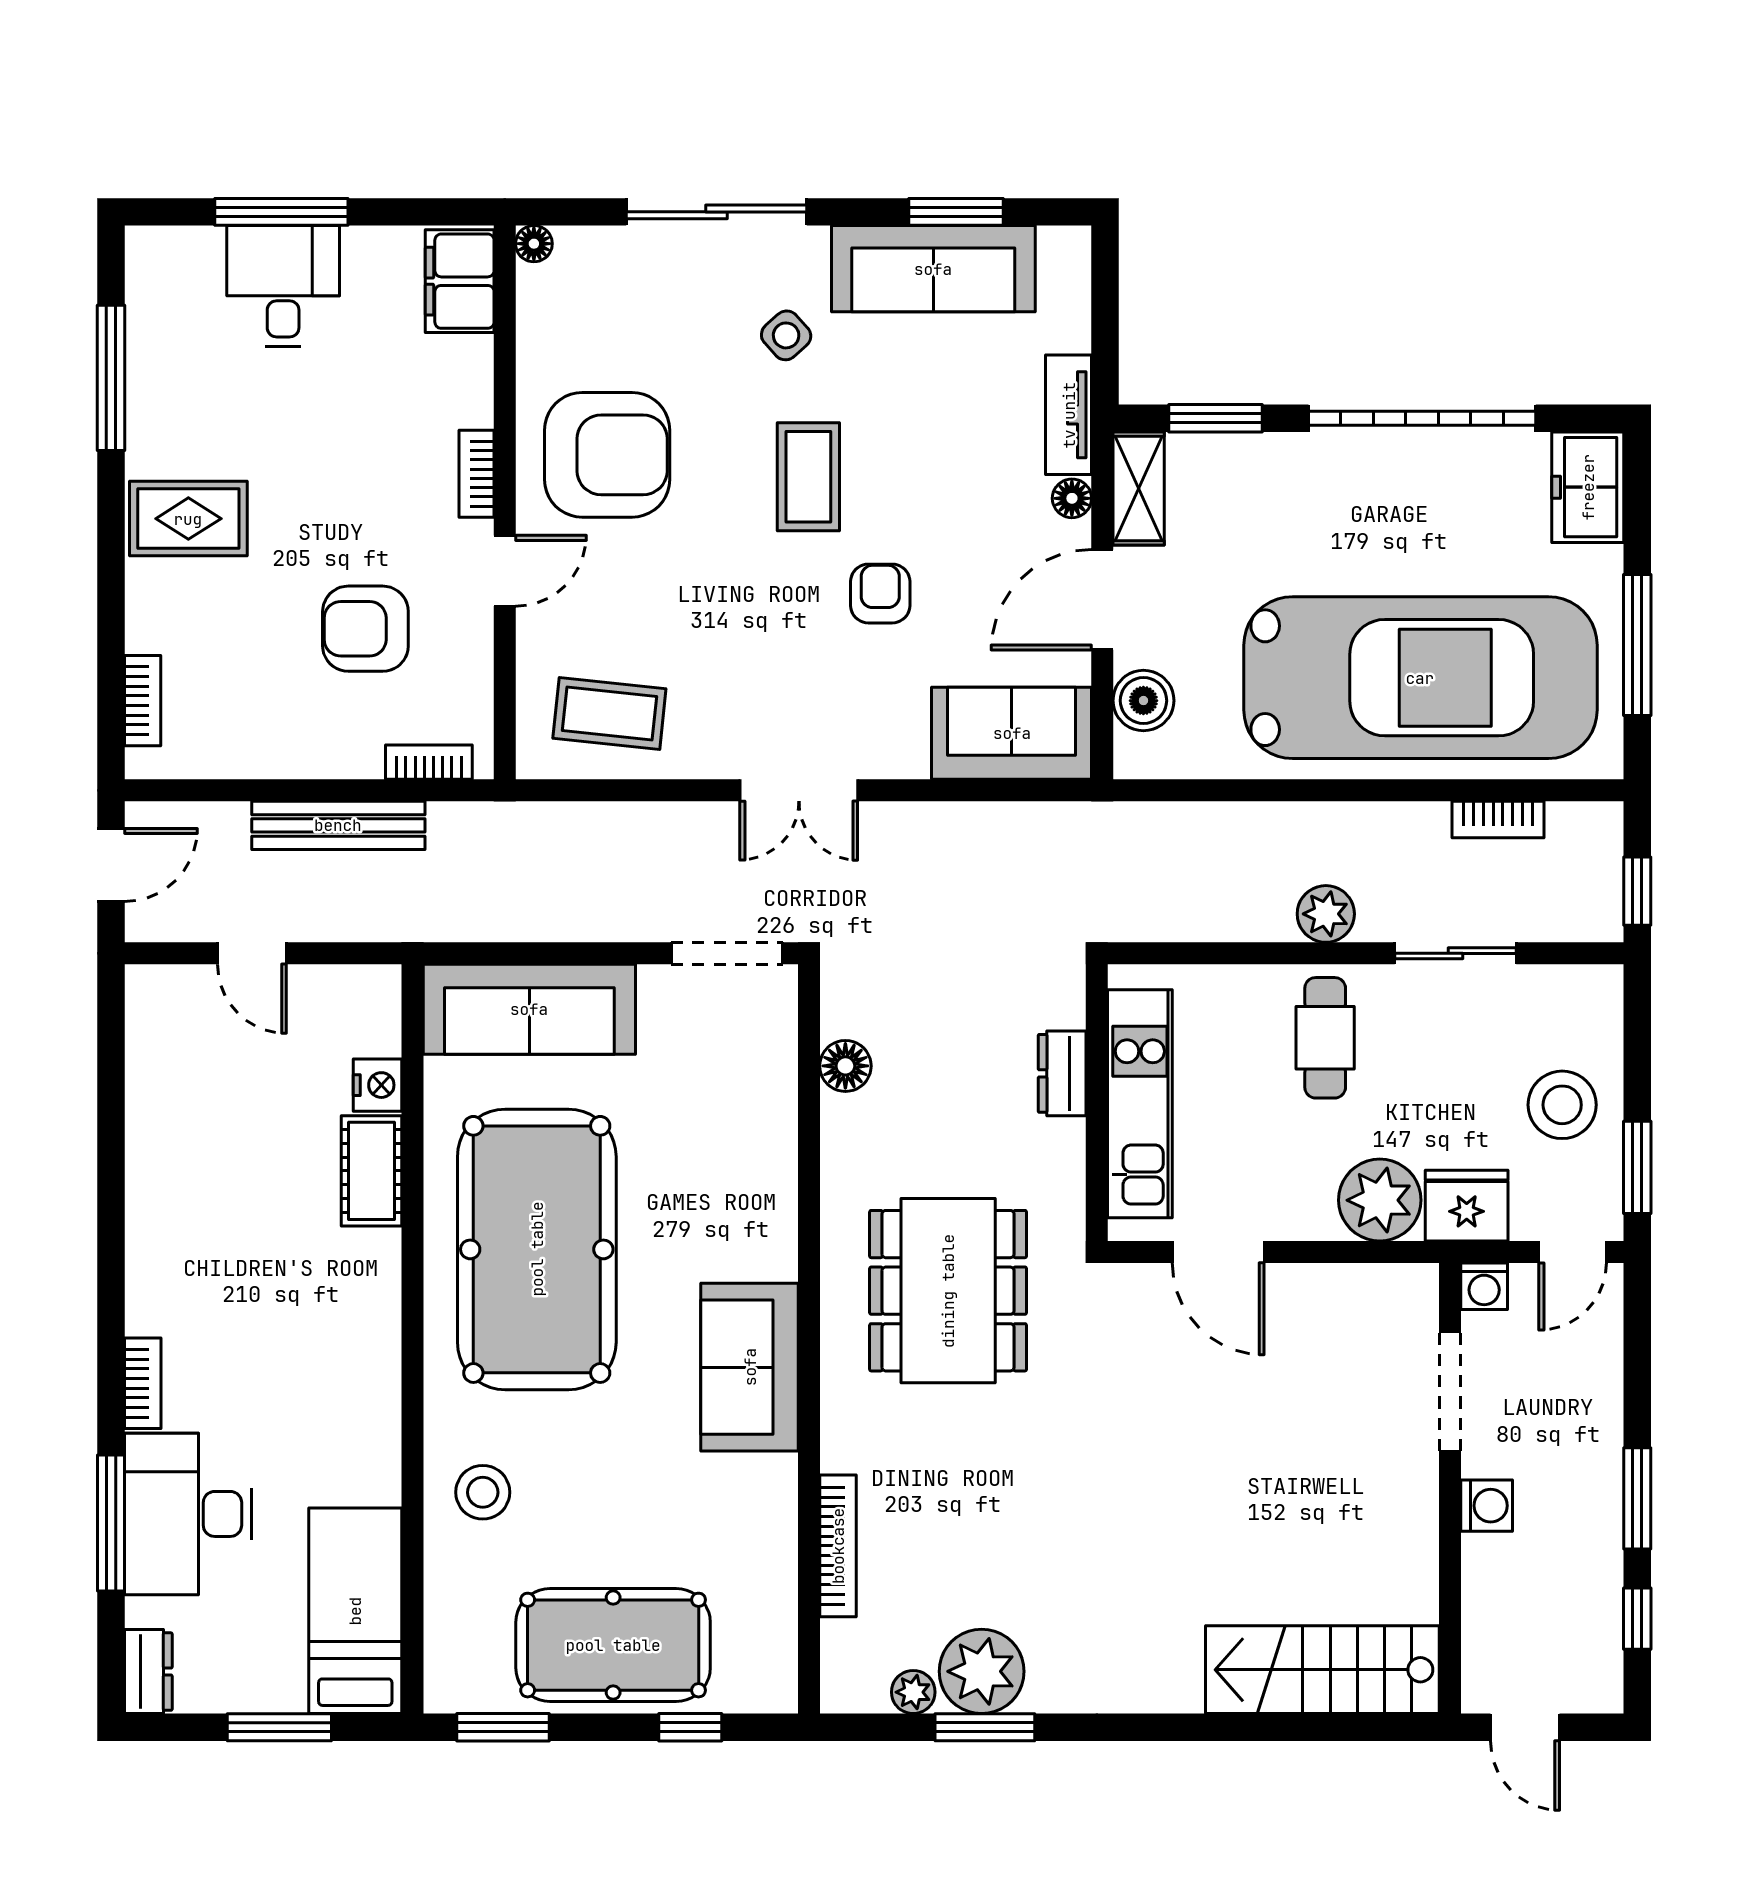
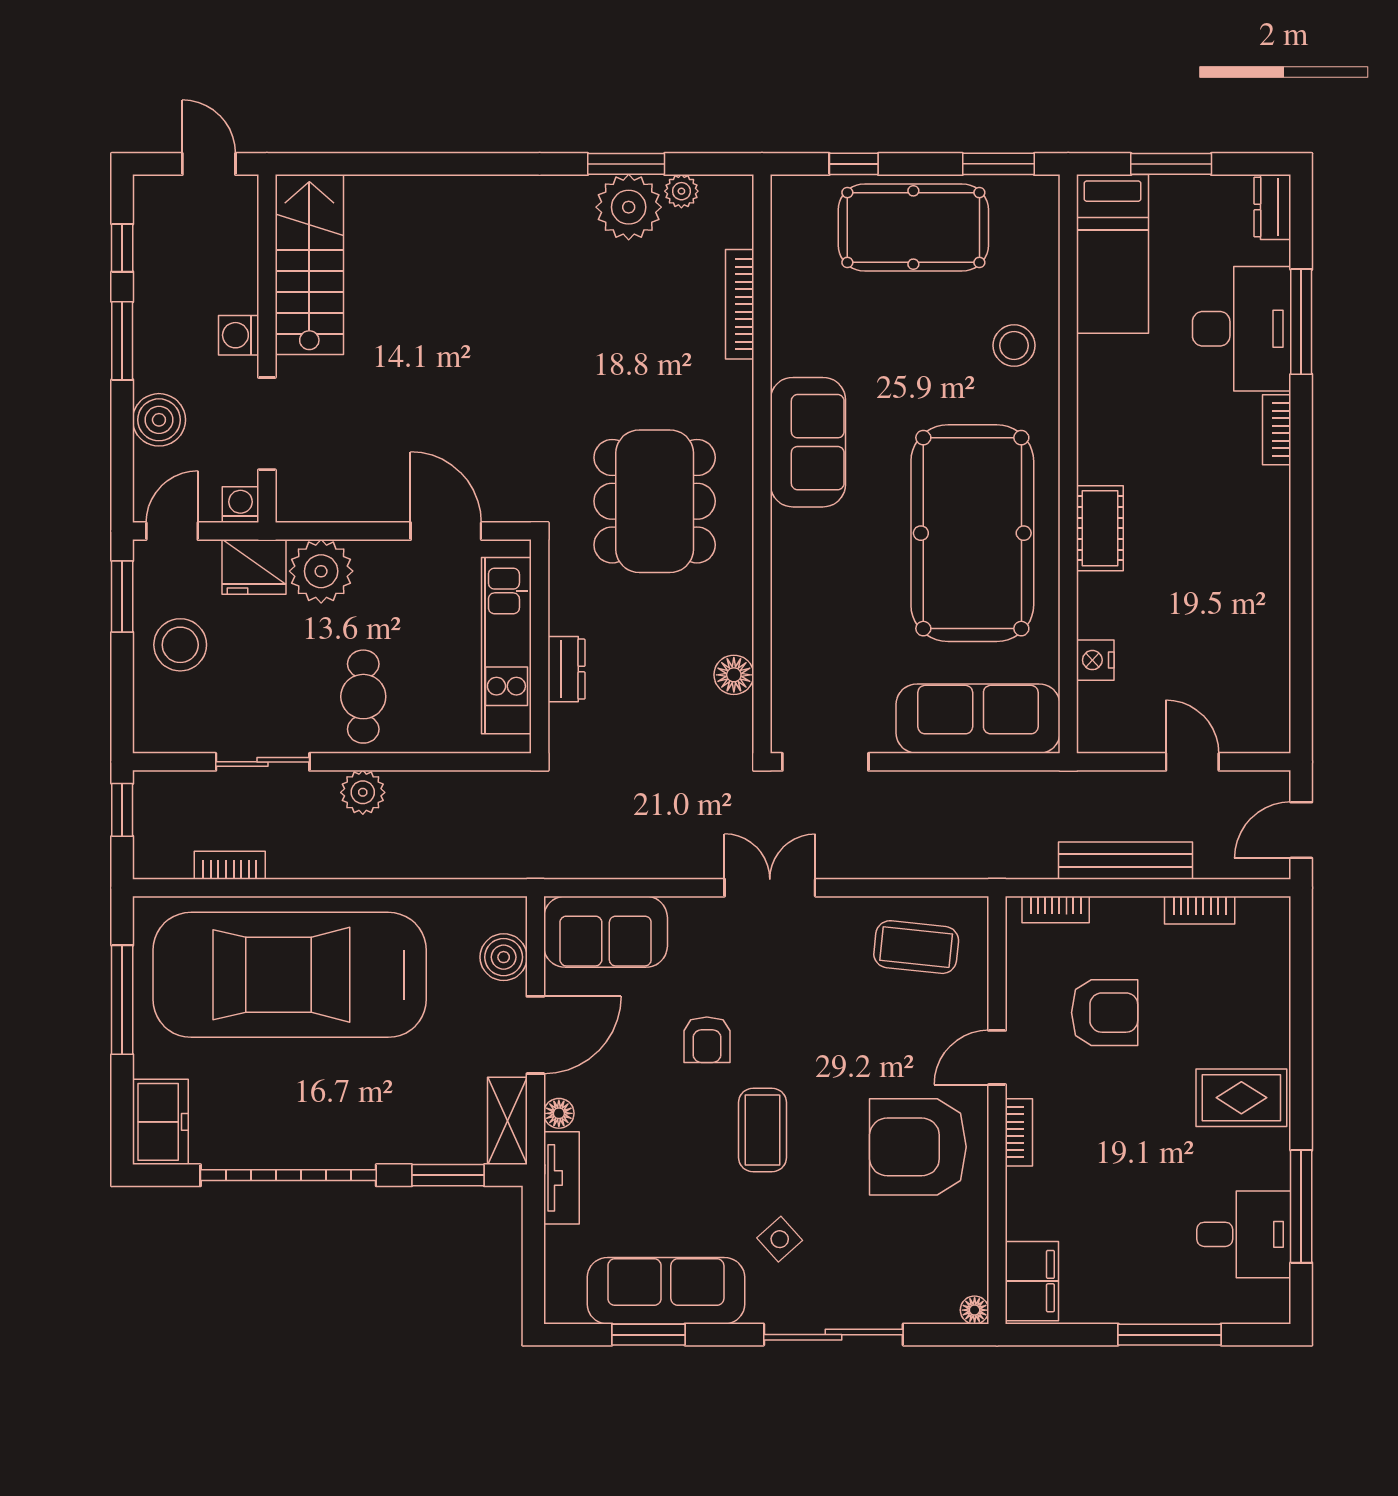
desk: (283, 286) -> (1244, 1234), moved, turned -90
bookcase: (143, 701) -> (1200, 910), moved, turned -90
cot: (372, 1171) -> (1100, 528), moved
boiler: (1590, 1396) -> (159, 420), added
stairs: (1322, 1670) -> (309, 265), moved, turned -90

